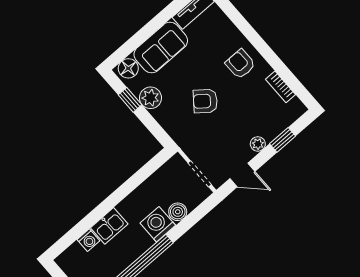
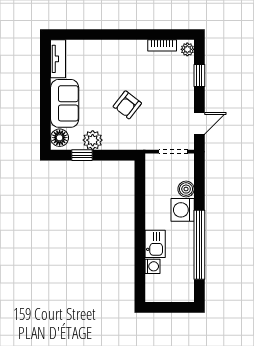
armchair: (240, 64) -> (123, 59), removed
plant: (258, 144) -> (187, 49), moved

